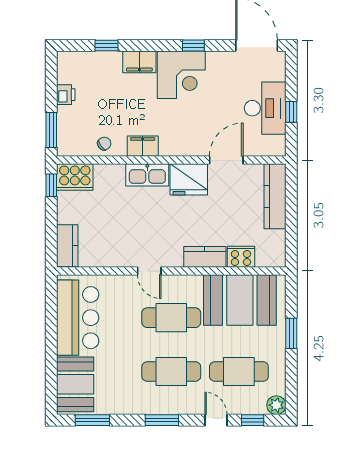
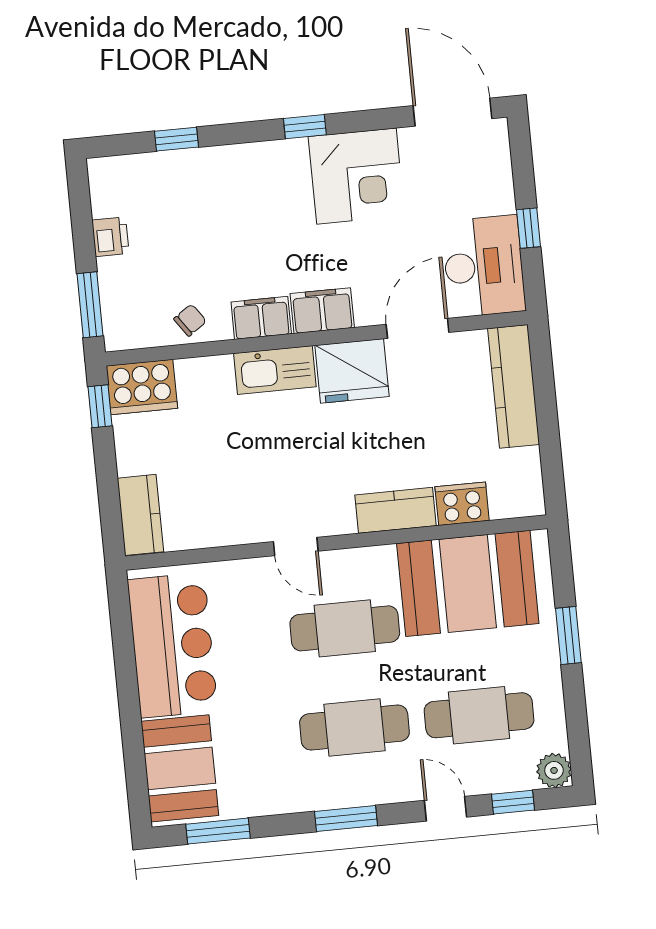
window: (193, 45) -> (305, 127), moved
filing cabinet: (139, 62) -> (322, 311), moved, turned 180
corner desk: (181, 75) -> (356, 176), moved
desk: (265, 108) -> (484, 266), moved

